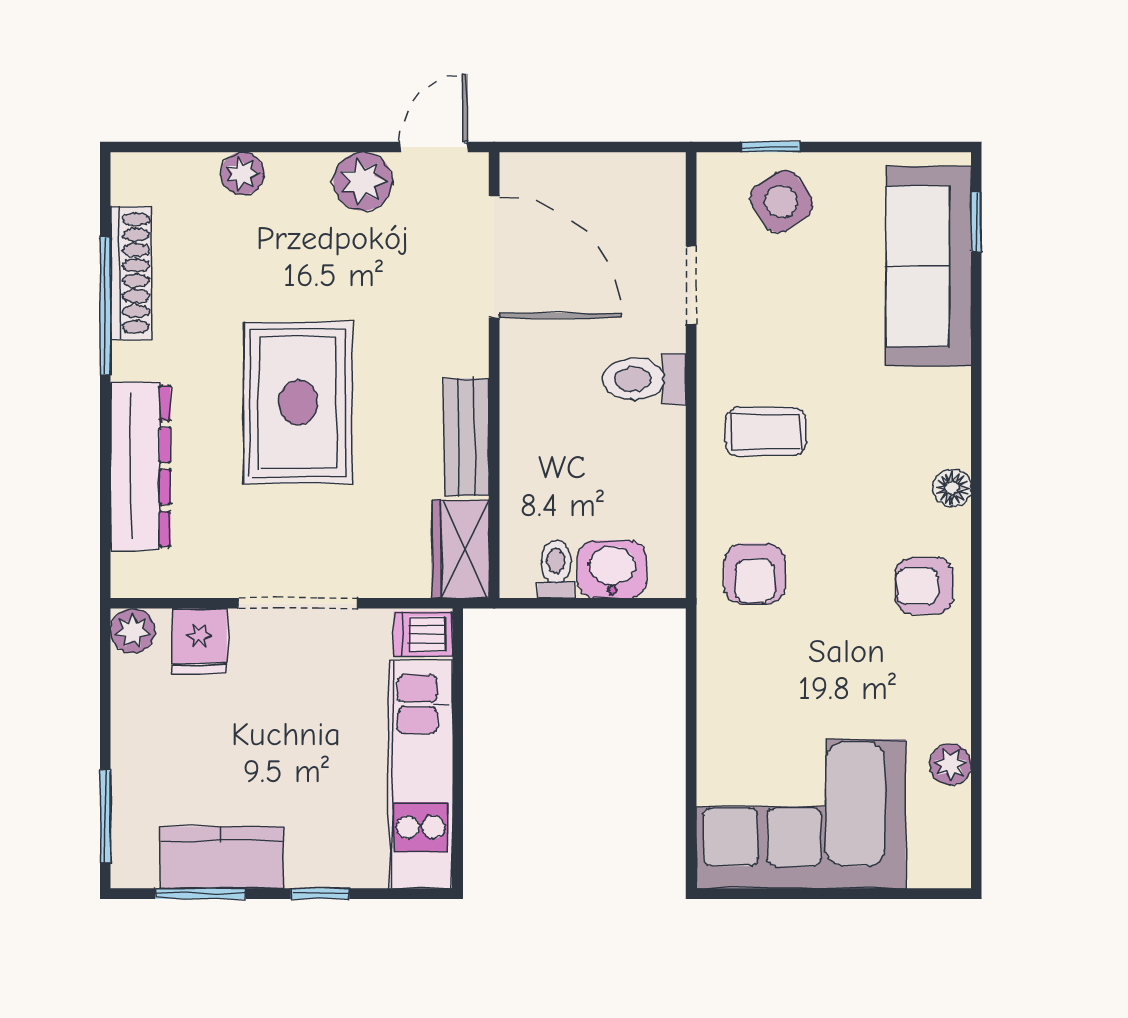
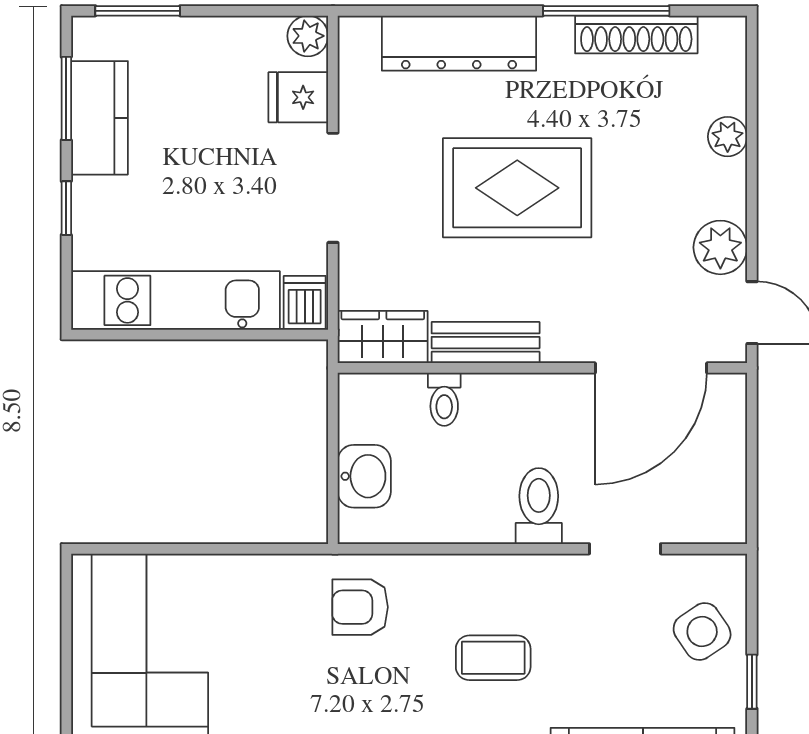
window: (770, 147) -> (752, 682), moved
coffee table: (766, 432) -> (493, 658), moved, turned 90
toilet: (556, 569) -> (444, 399), moved, turned 90

